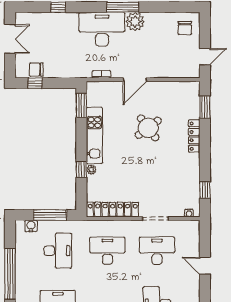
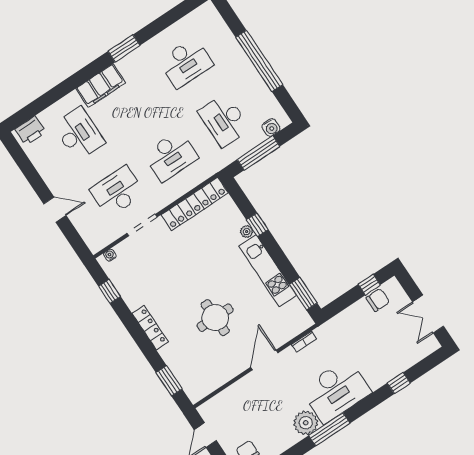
round table: (148, 128) -> (215, 318), turned 37
locker: (194, 136) -> (150, 328), moved
desk: (157, 251) -> (117, 191), turned 180

